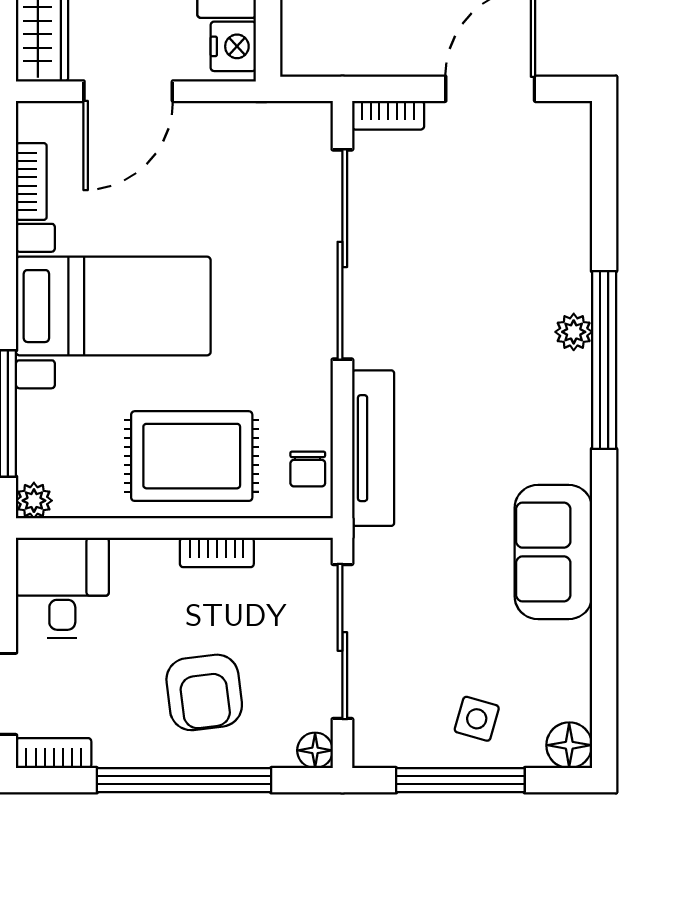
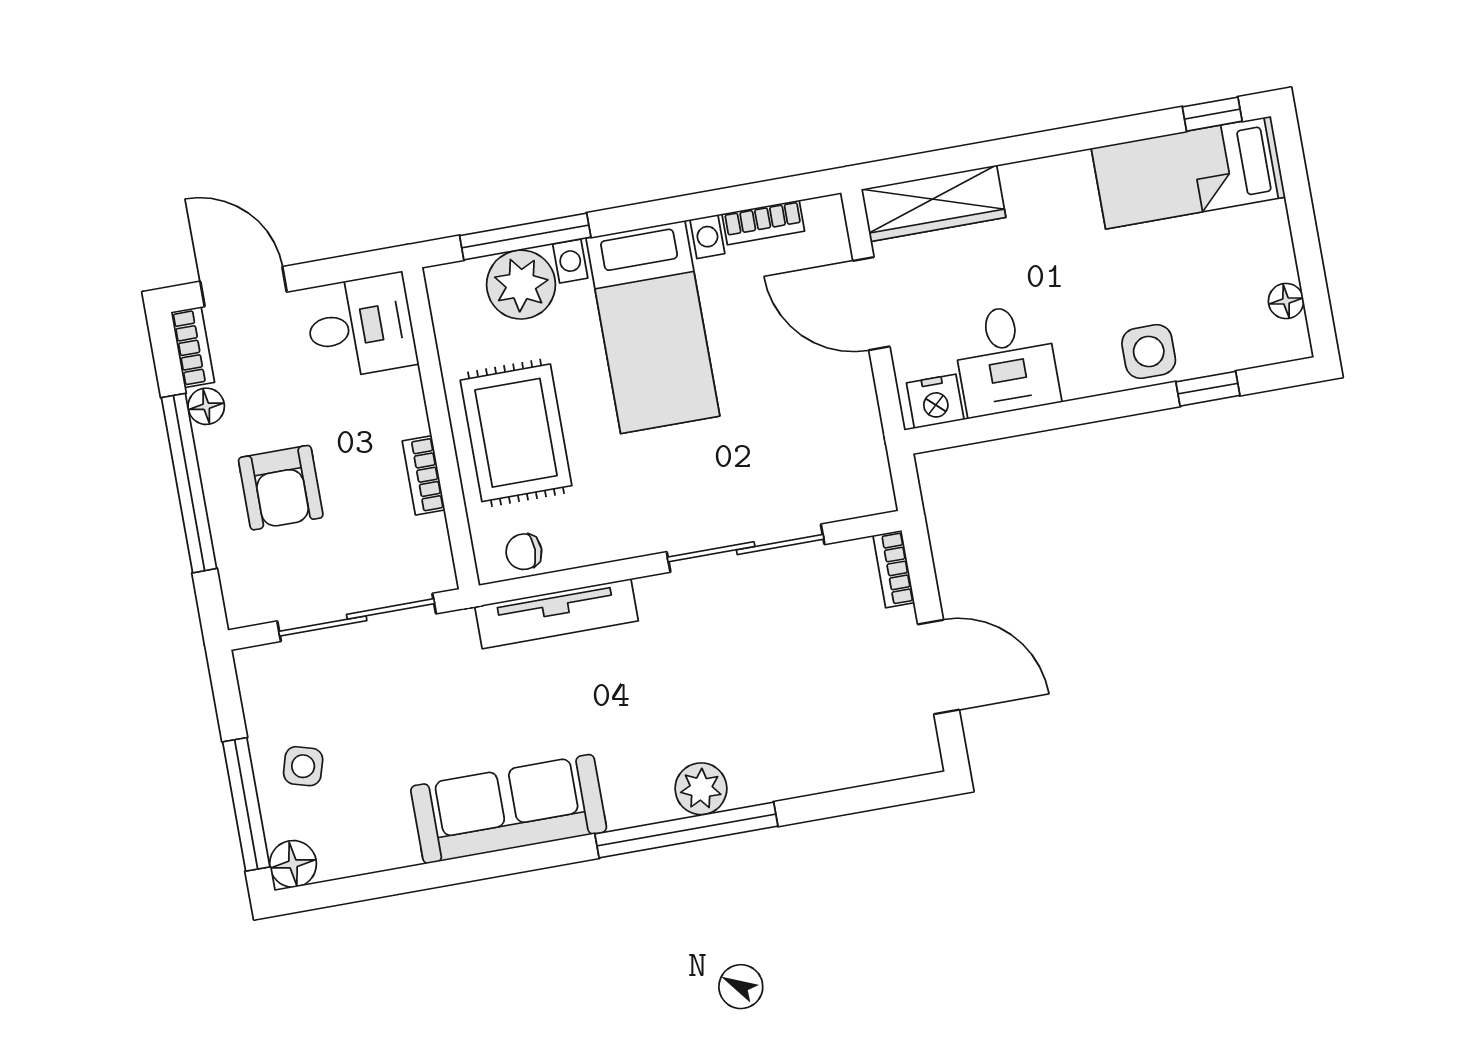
sliding door: (342, 254) -> (746, 548), width x0.73
plant: (574, 332) -> (701, 789), width x1.38, depth x1.38
plant: (34, 501) -> (521, 285), moved, width x1.88, depth x1.88
sofa: (553, 552) -> (509, 809), width x1.36
armchair: (204, 692) -> (281, 488), turned -83
floor lamp: (315, 750) -> (206, 406), moved
window: (460, 780) -> (246, 804), moved

